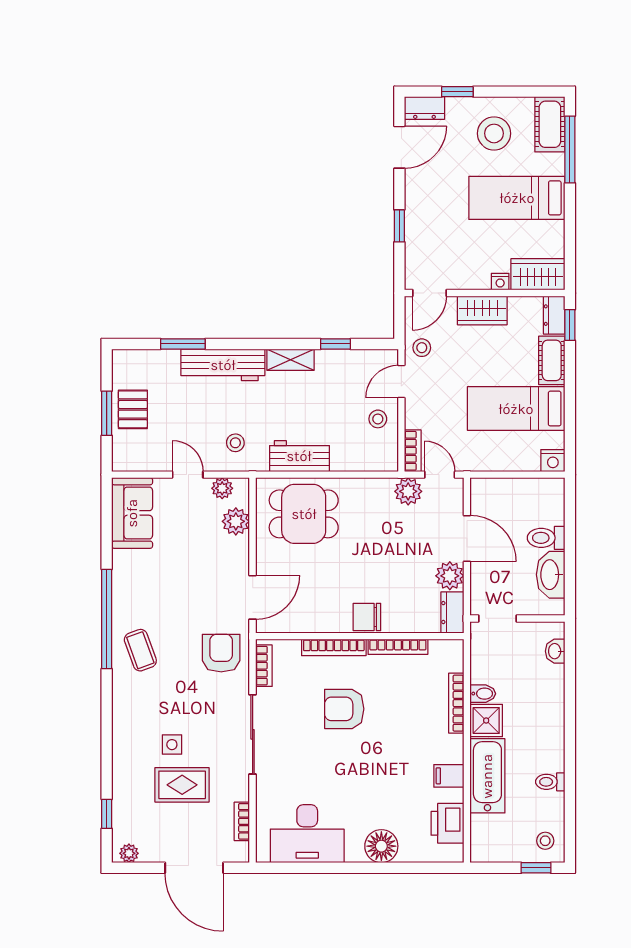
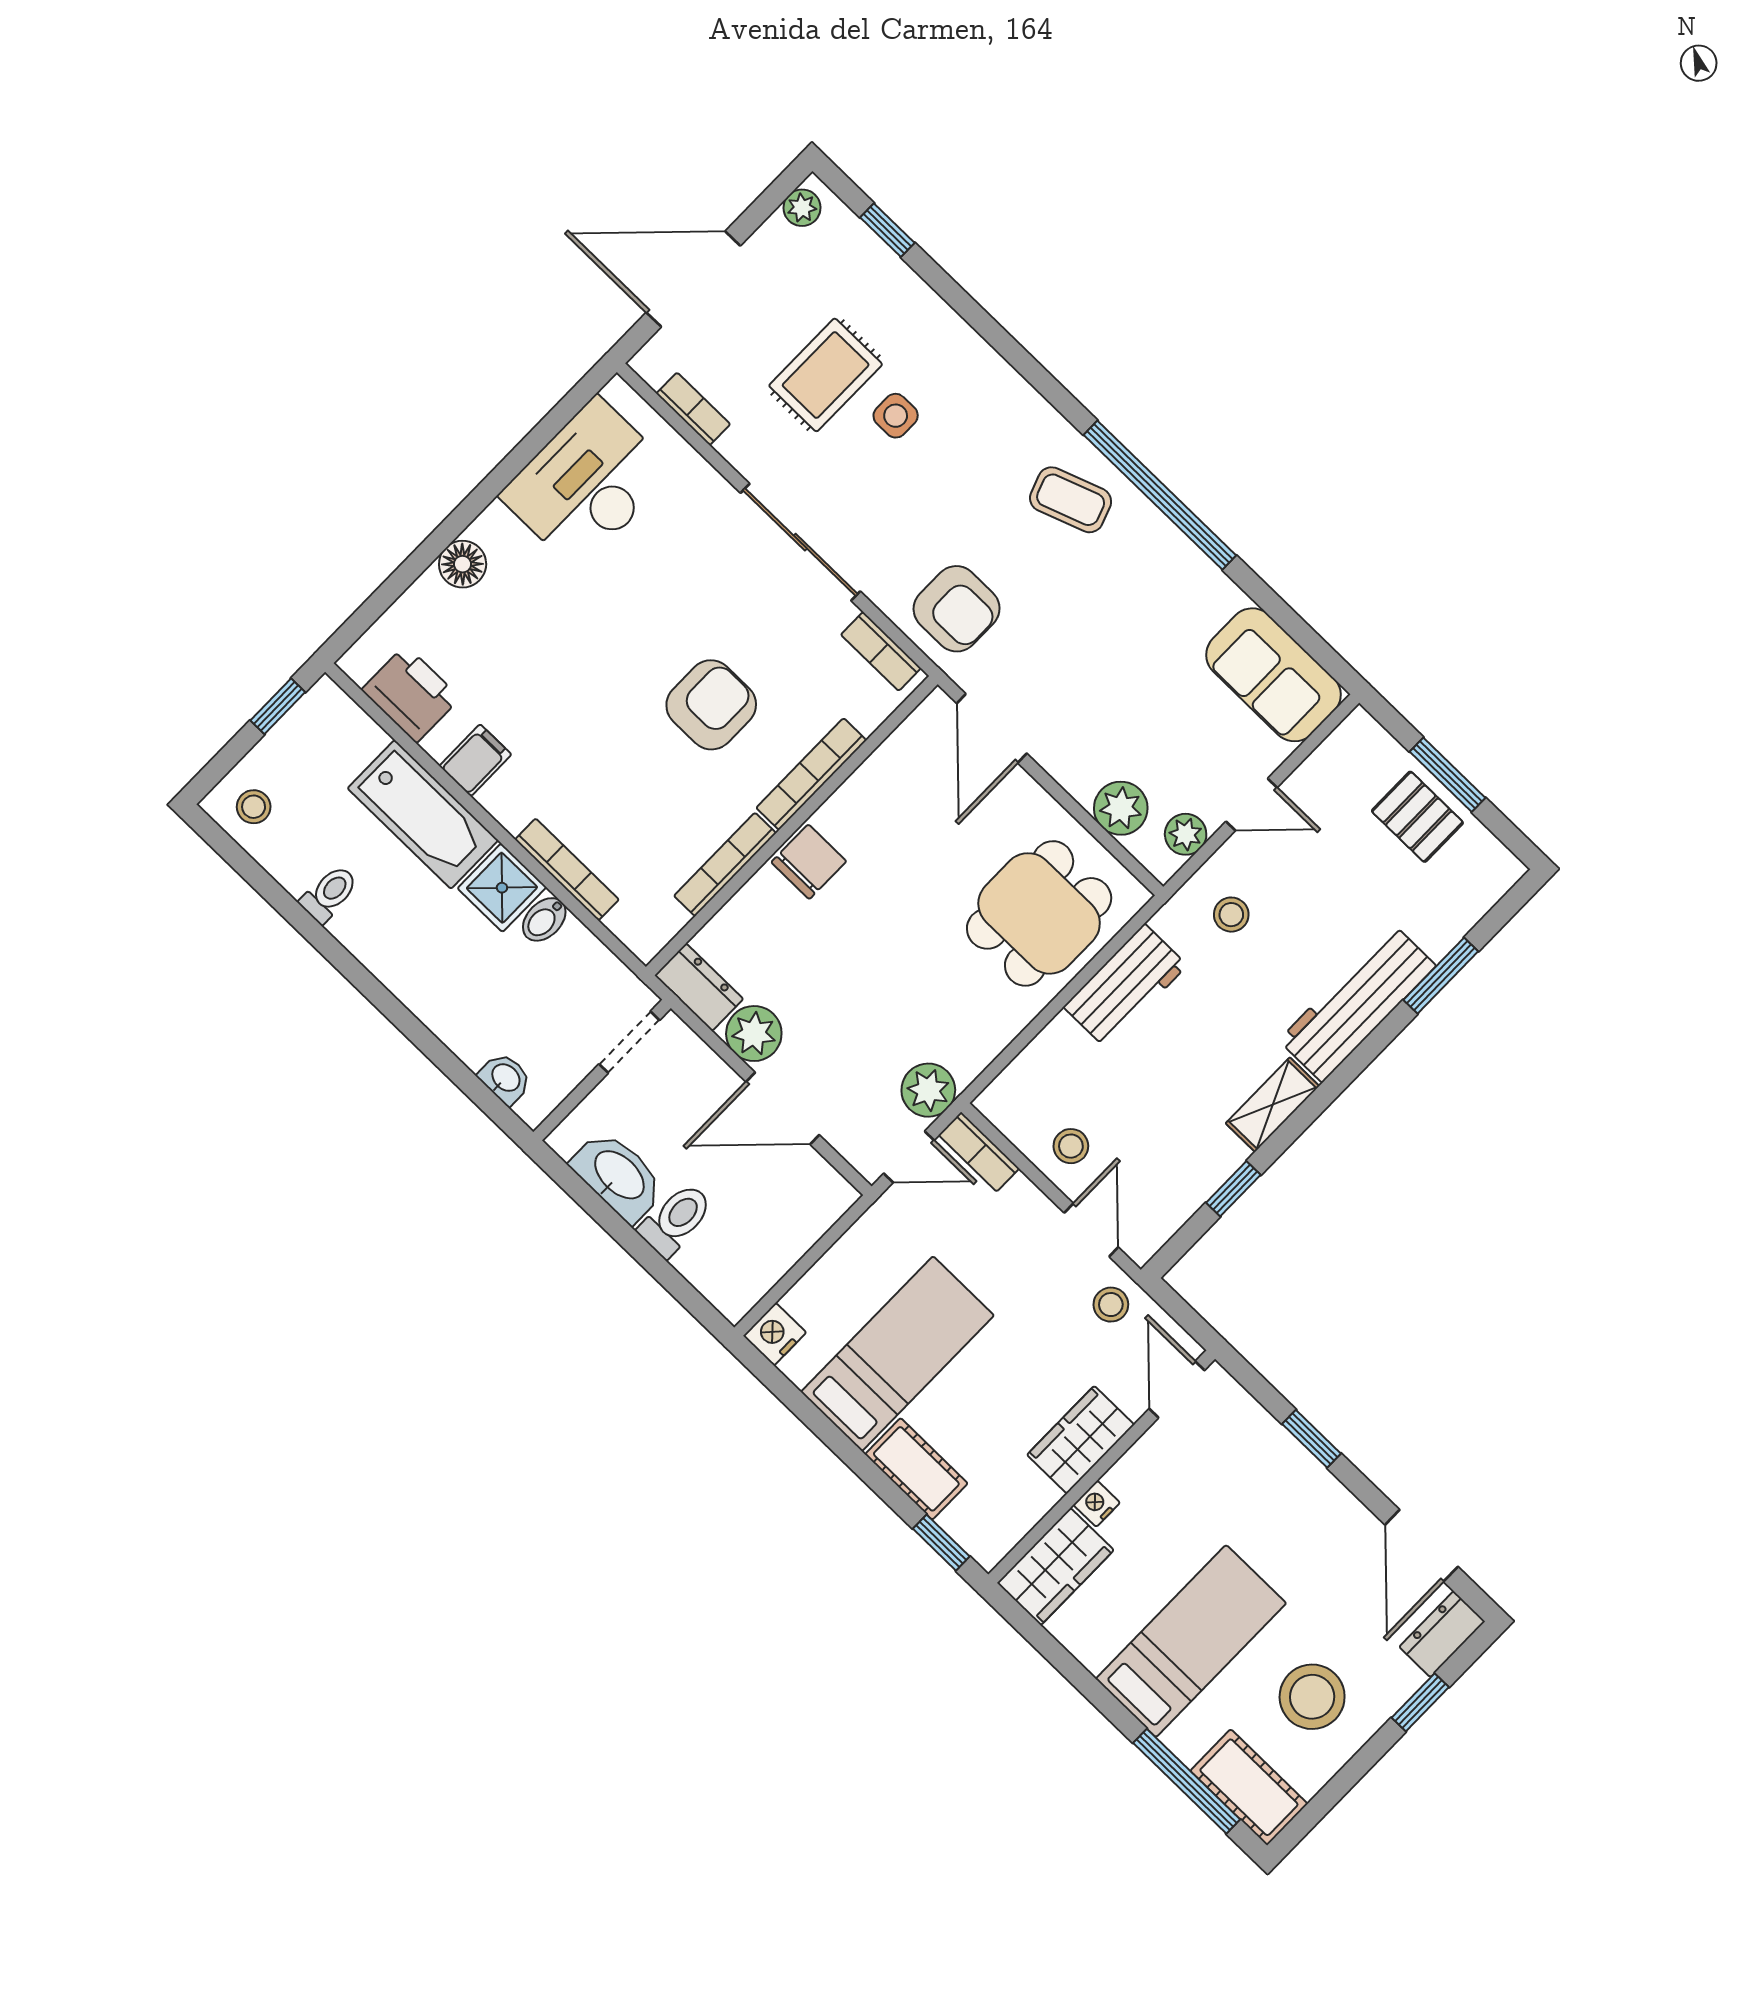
dresser: (554, 315) -> (976, 1534), removed
floor lamp: (381, 846) -> (463, 564), width x0.73, depth x0.73
window: (536, 868) -> (278, 706), moved

